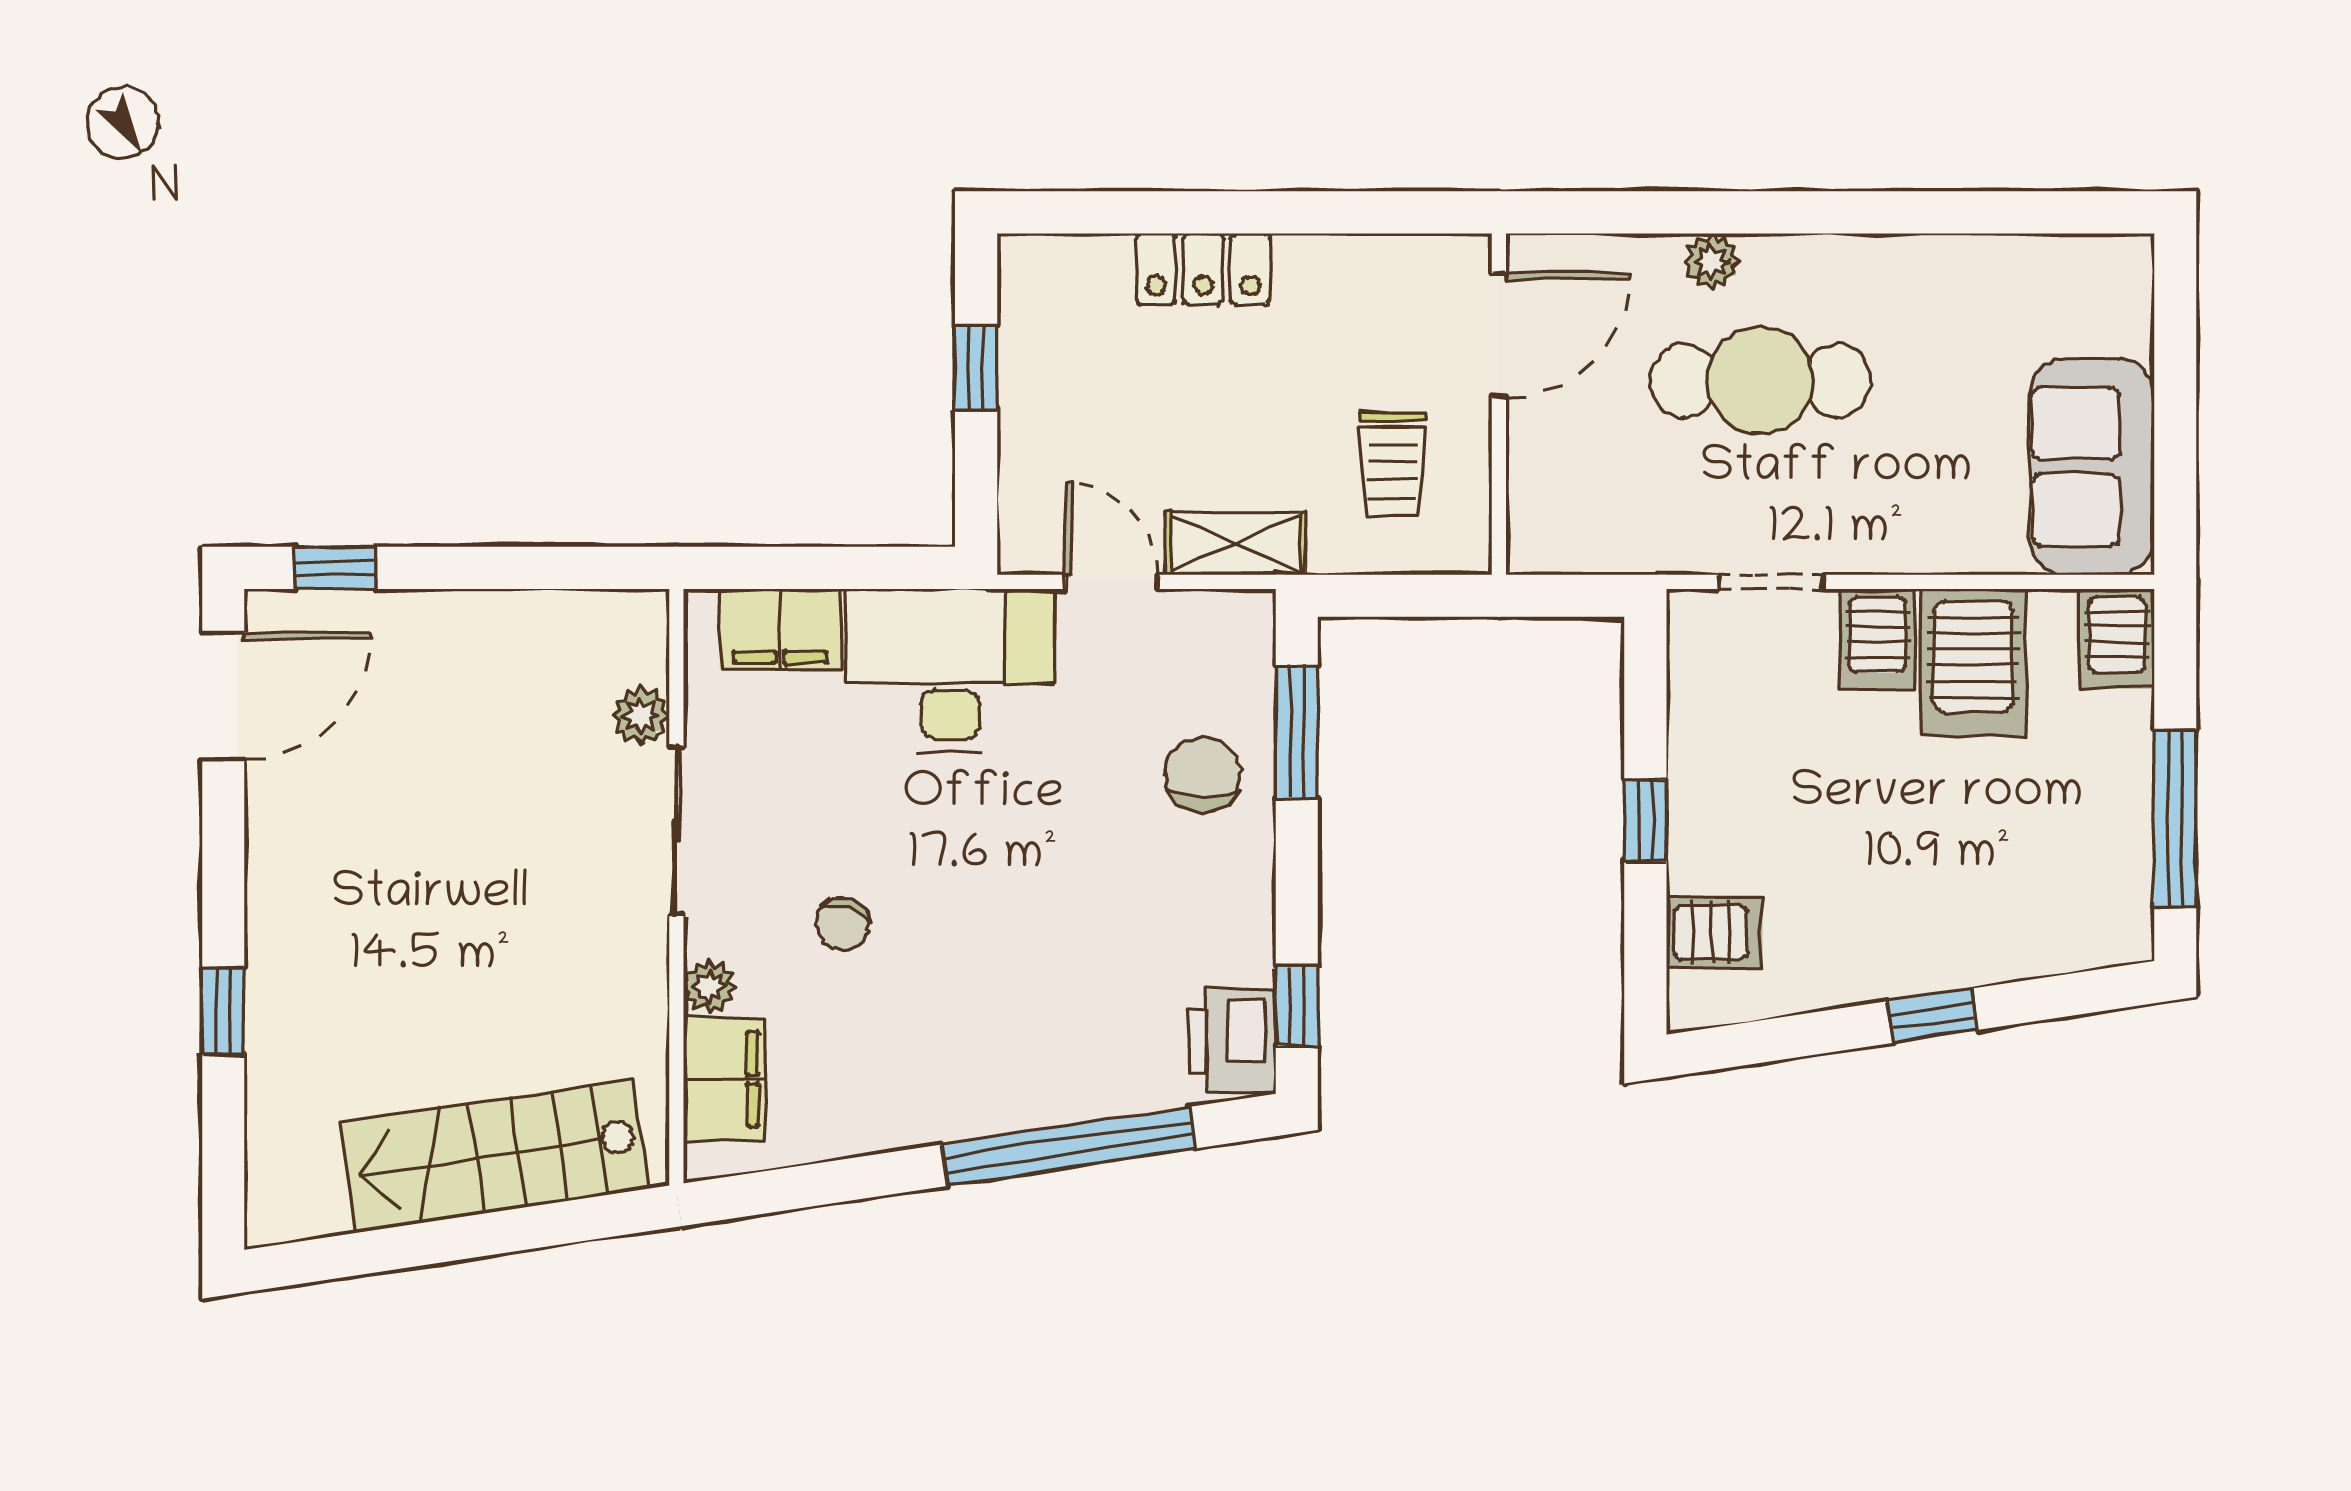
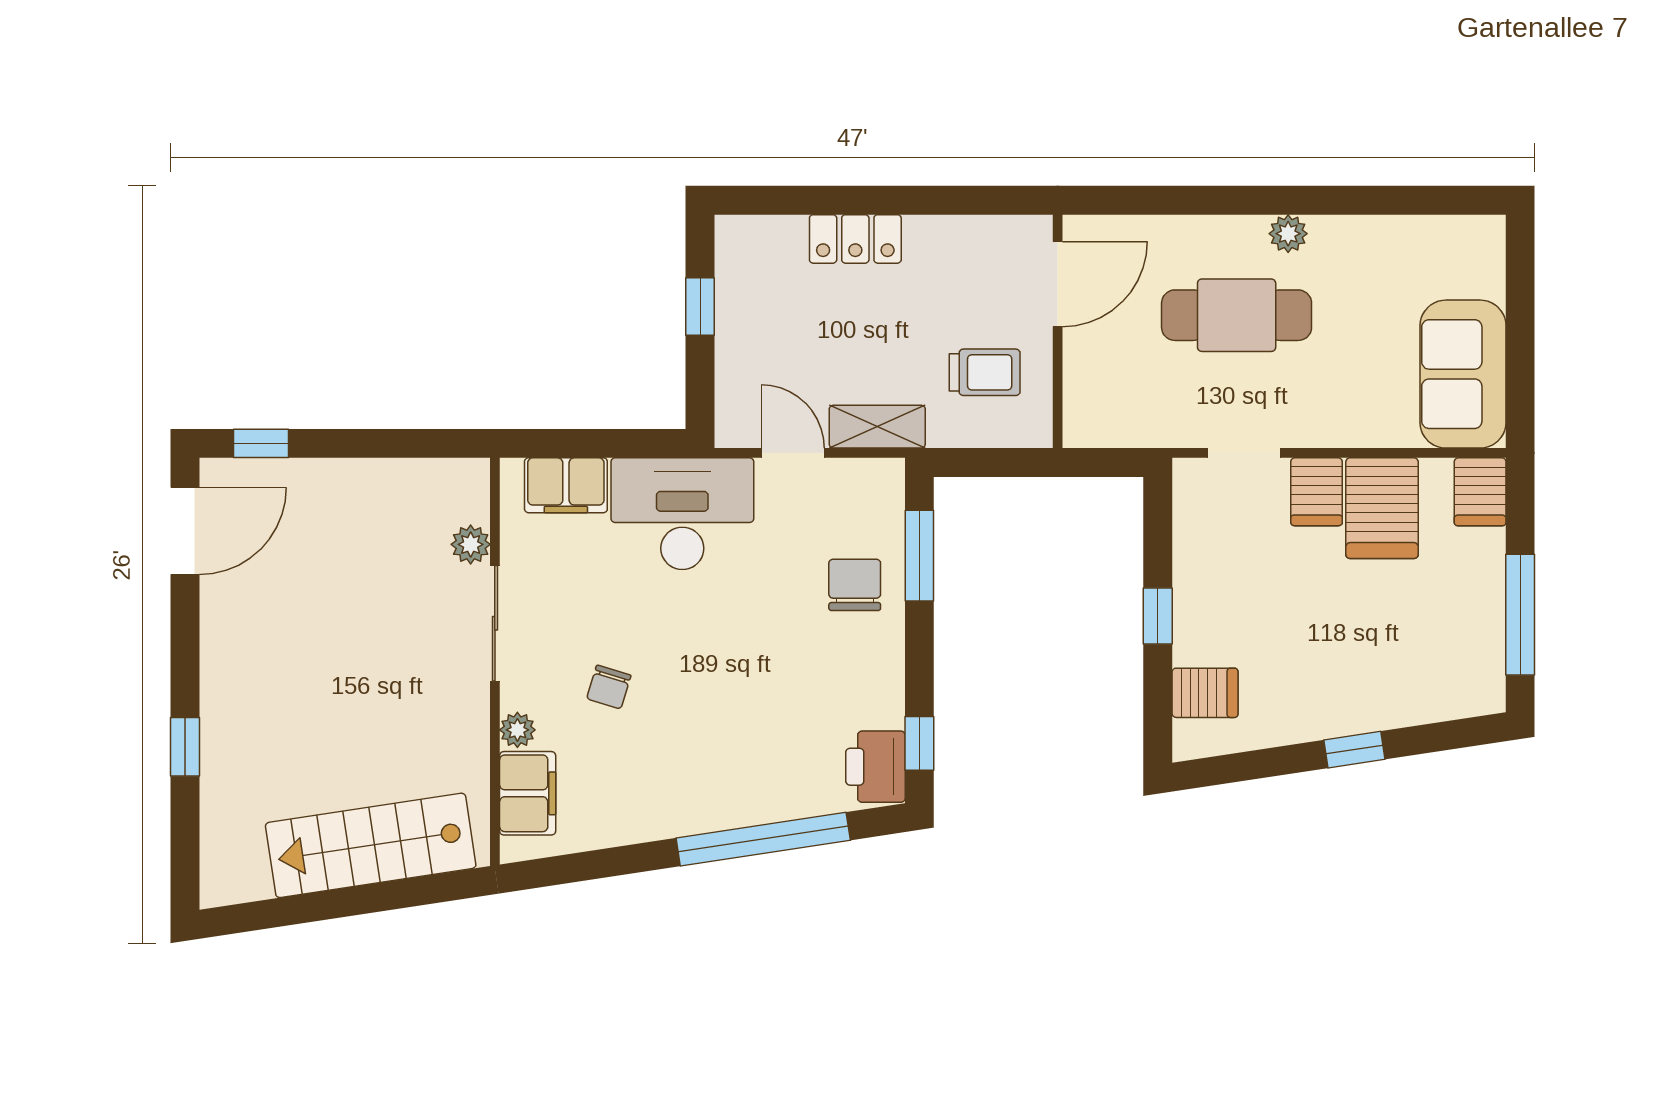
plant: (1712, 261) -> (1288, 234), moved
trolley: (1392, 464) -> (985, 372), turned -90

